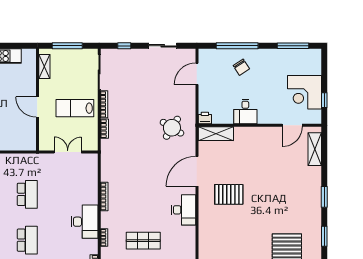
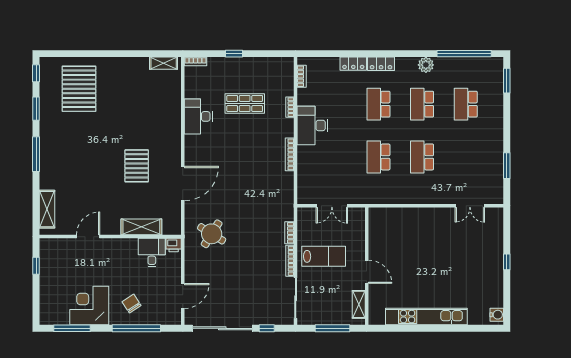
sliding door: (163, 46) -> (222, 328), width x1.86
corner desk: (304, 92) -> (89, 306), moved, turned -90
door: (37, 107) -> (367, 272), moved
desk: (245, 111) -> (152, 253), moved
door: (292, 125) -> (88, 237), moved
shelving: (216, 134) -> (141, 227), moved
pallet: (229, 194) -> (137, 166), moved, turned 90
window: (324, 197) -> (36, 154), width x1.44
desk: (184, 210) -> (198, 116), moved

